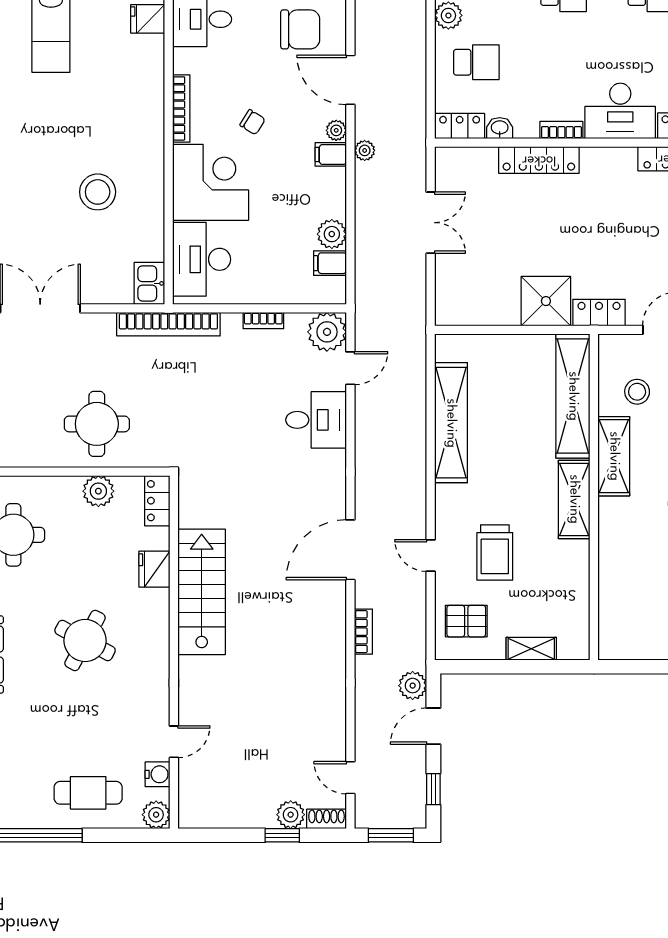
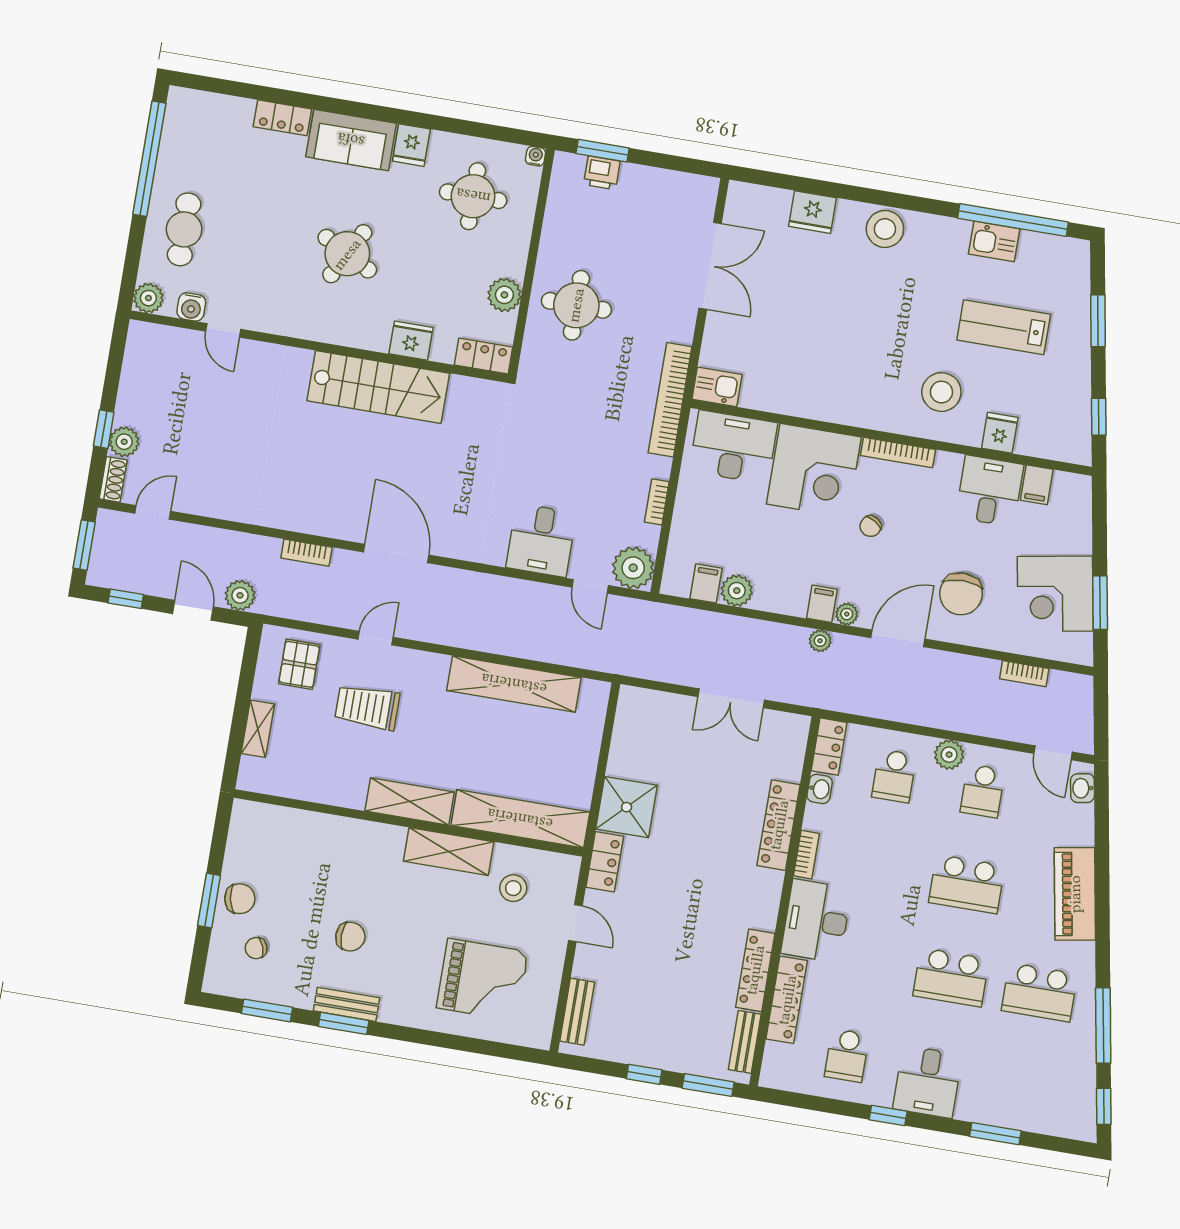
stool: (98, 192) -> (941, 392), moved

